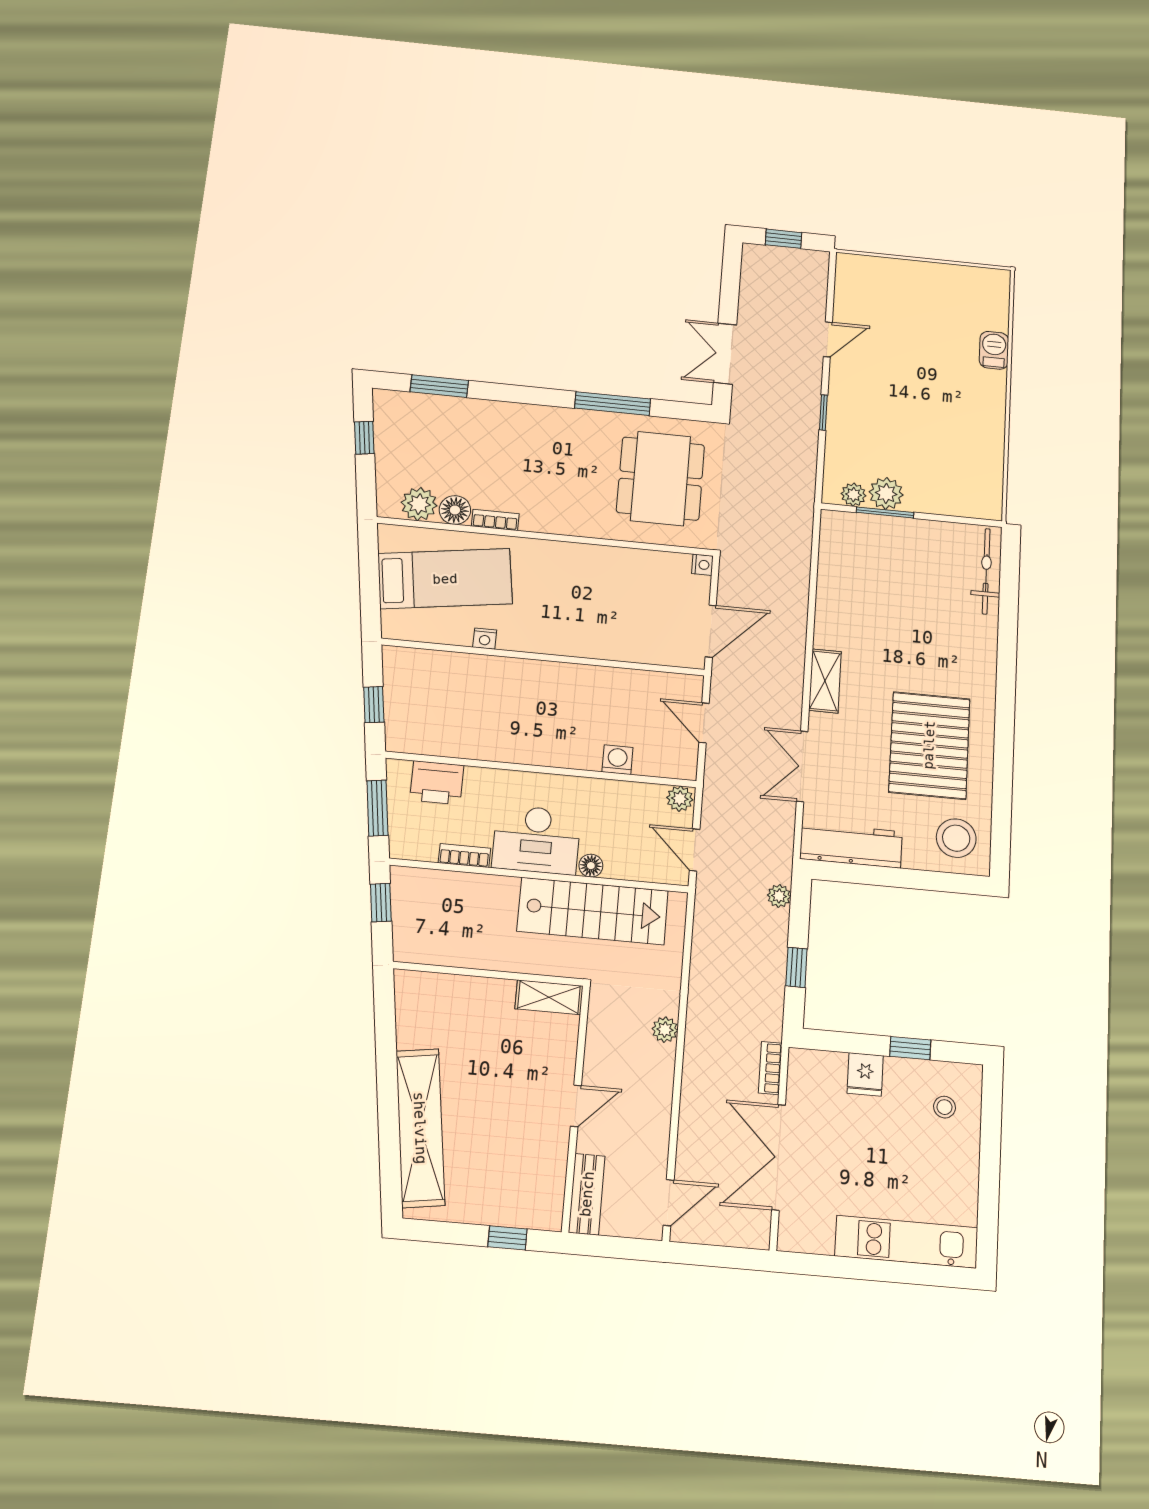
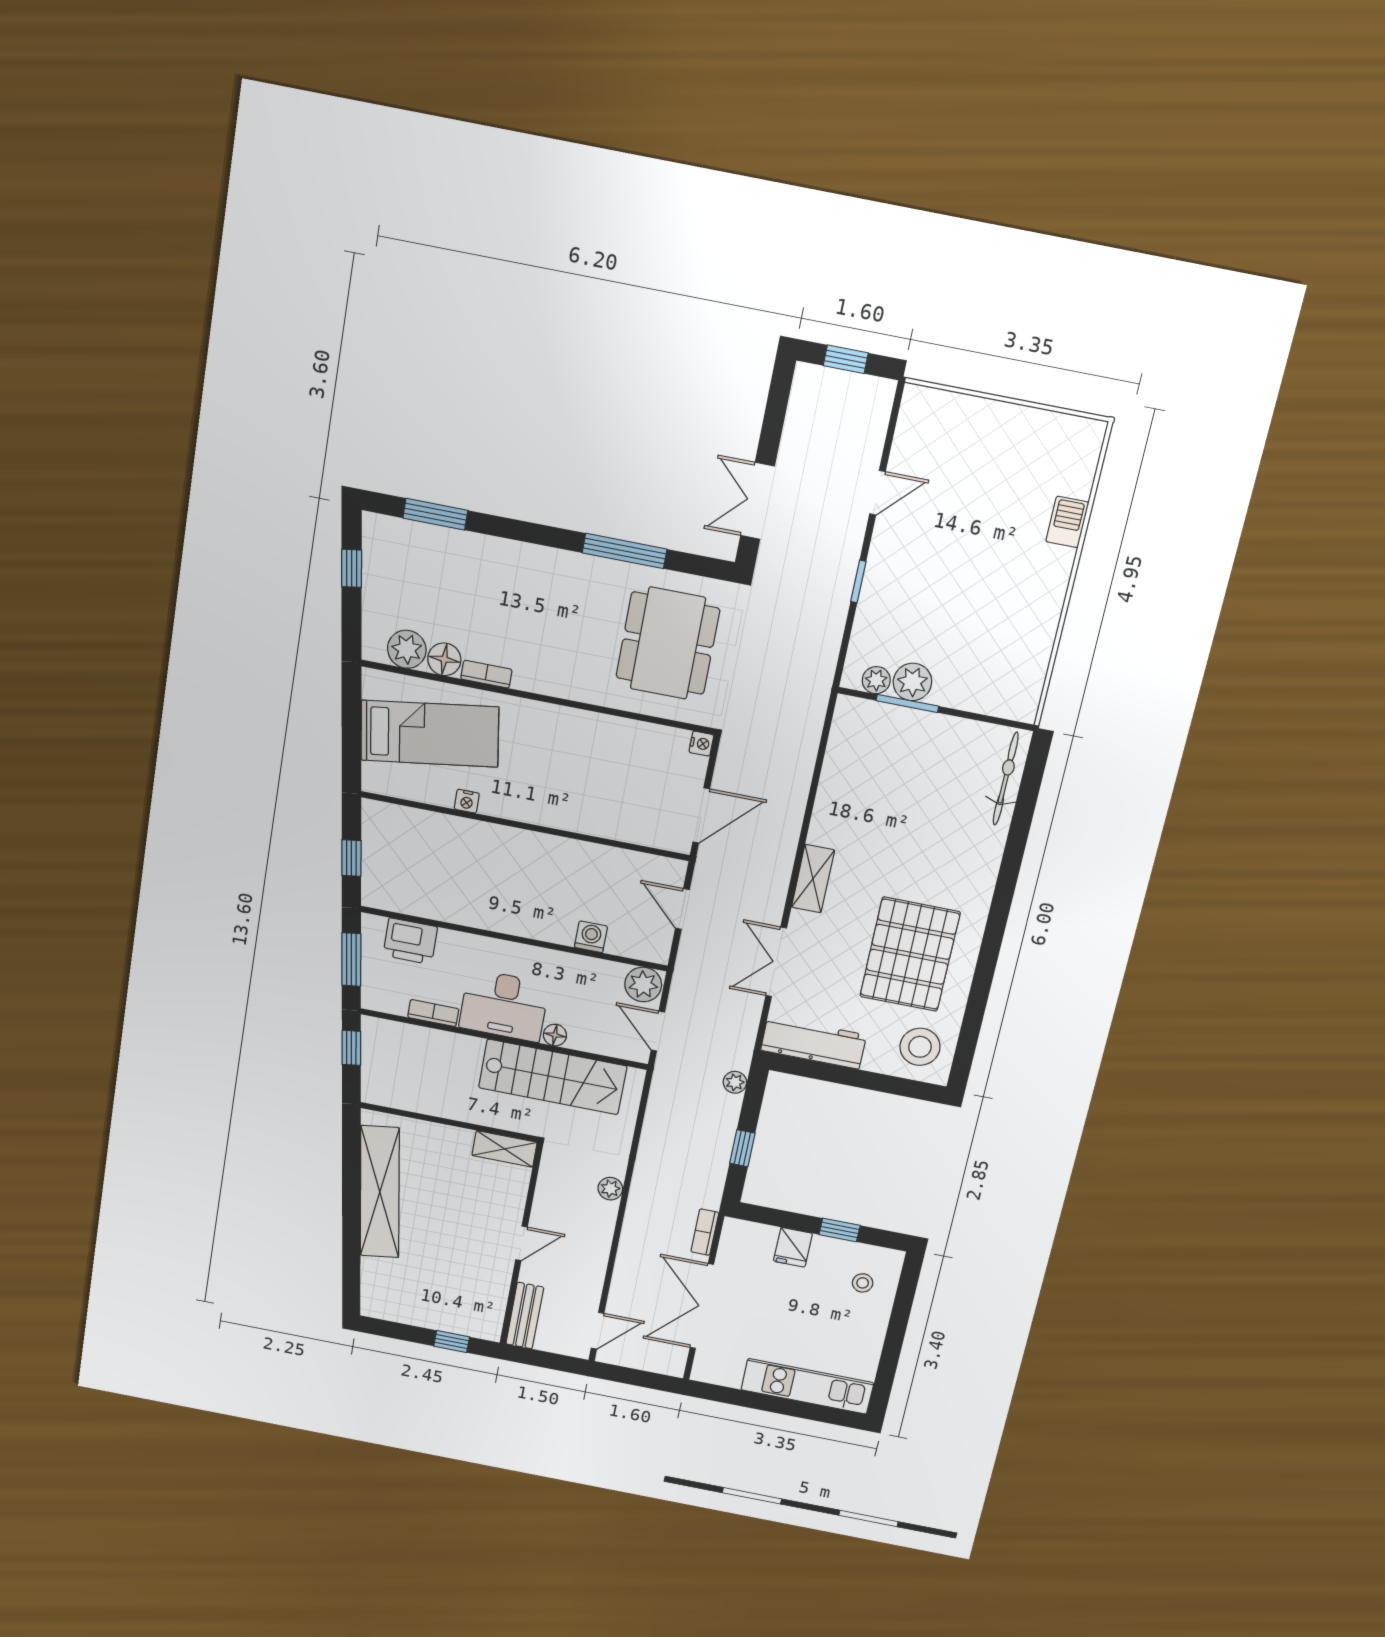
plant: (680, 799) -> (643, 985), width x1.38, depth x1.38
shelving: (420, 1128) -> (380, 1192), moved

